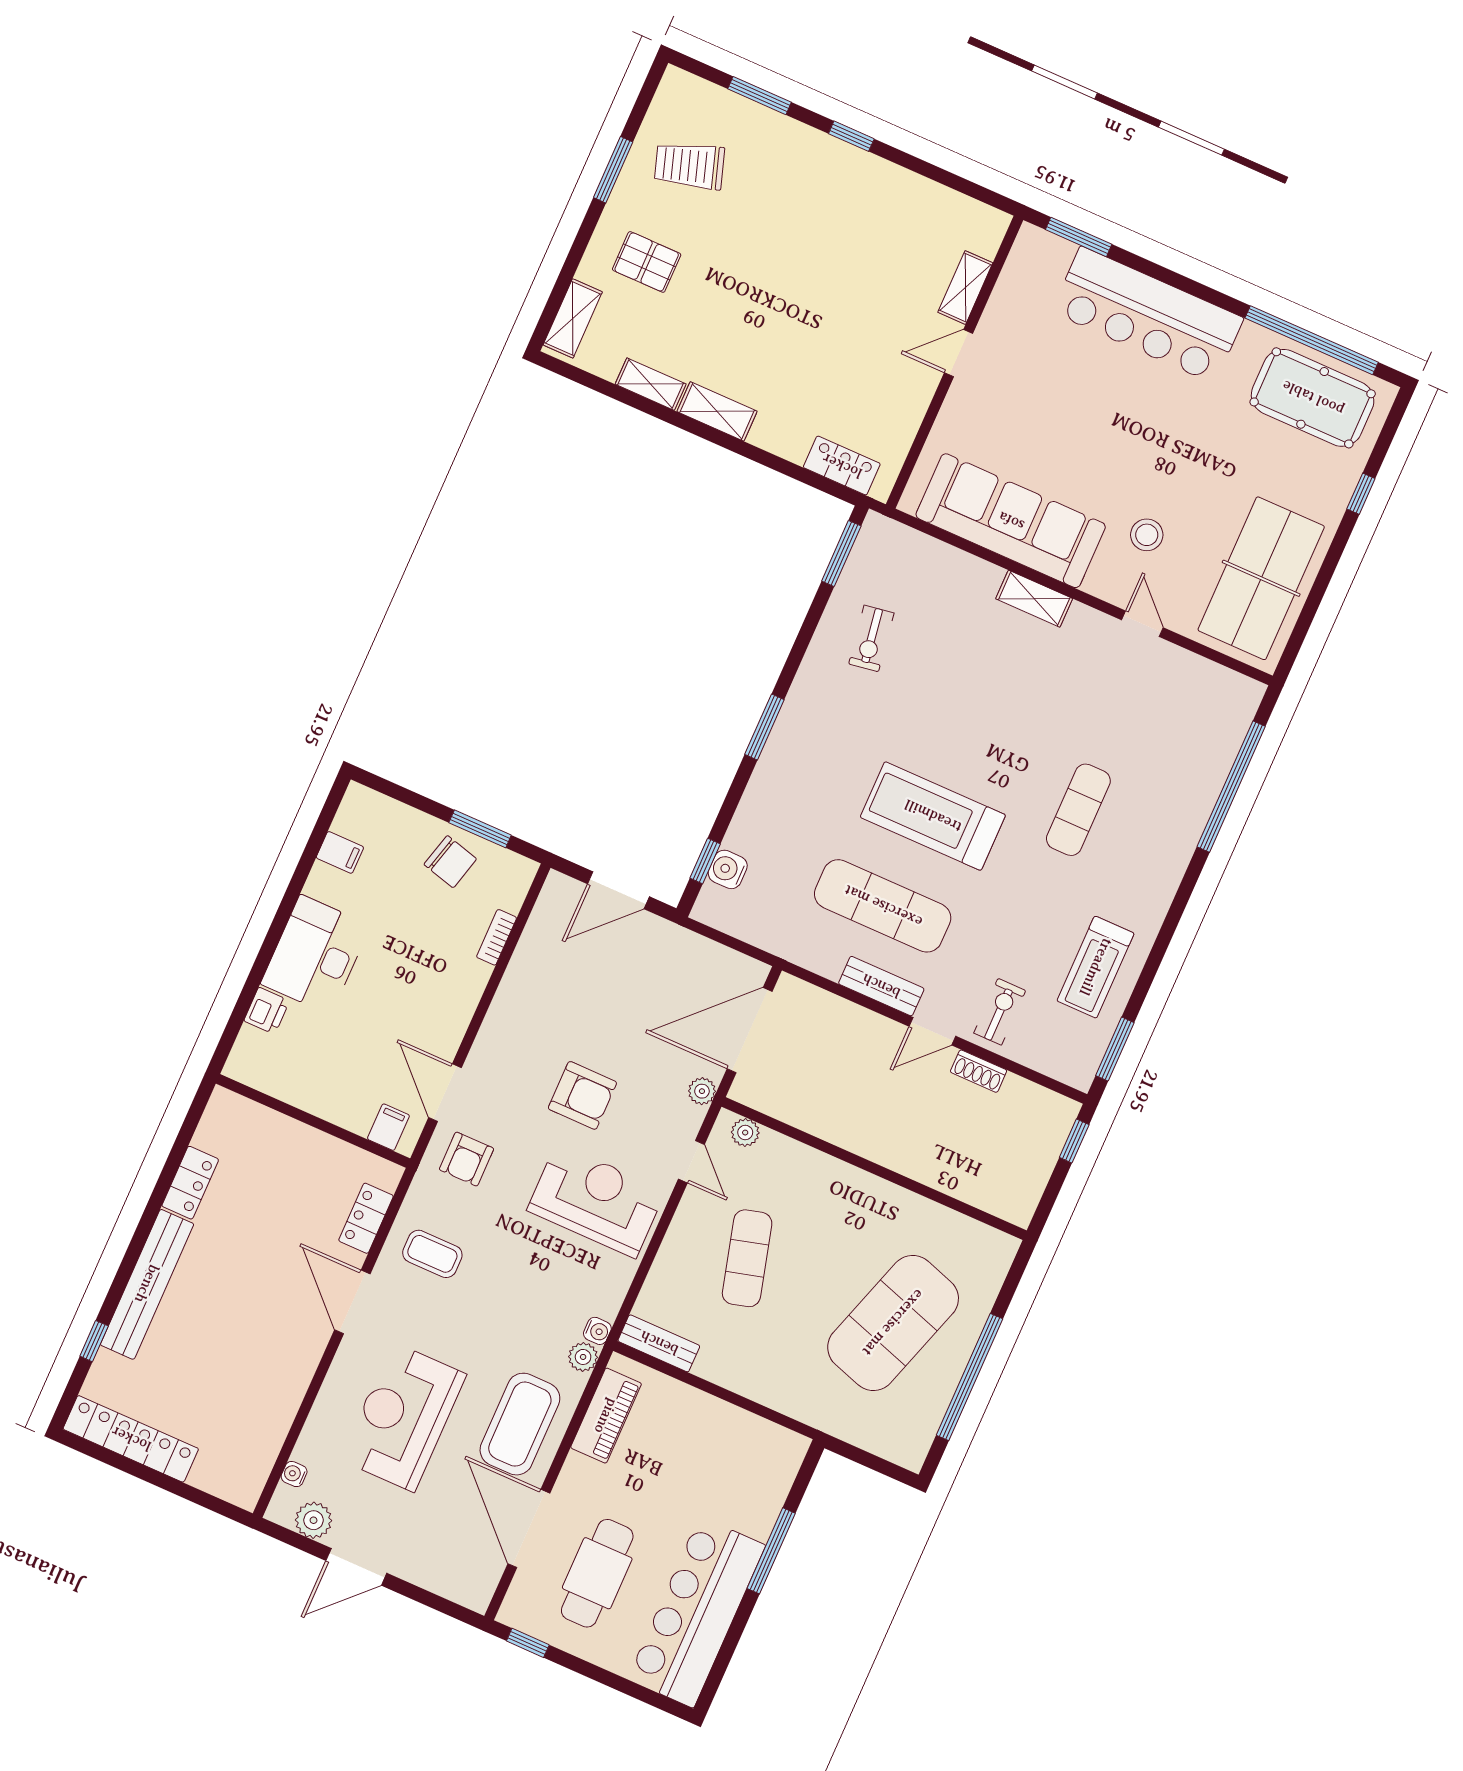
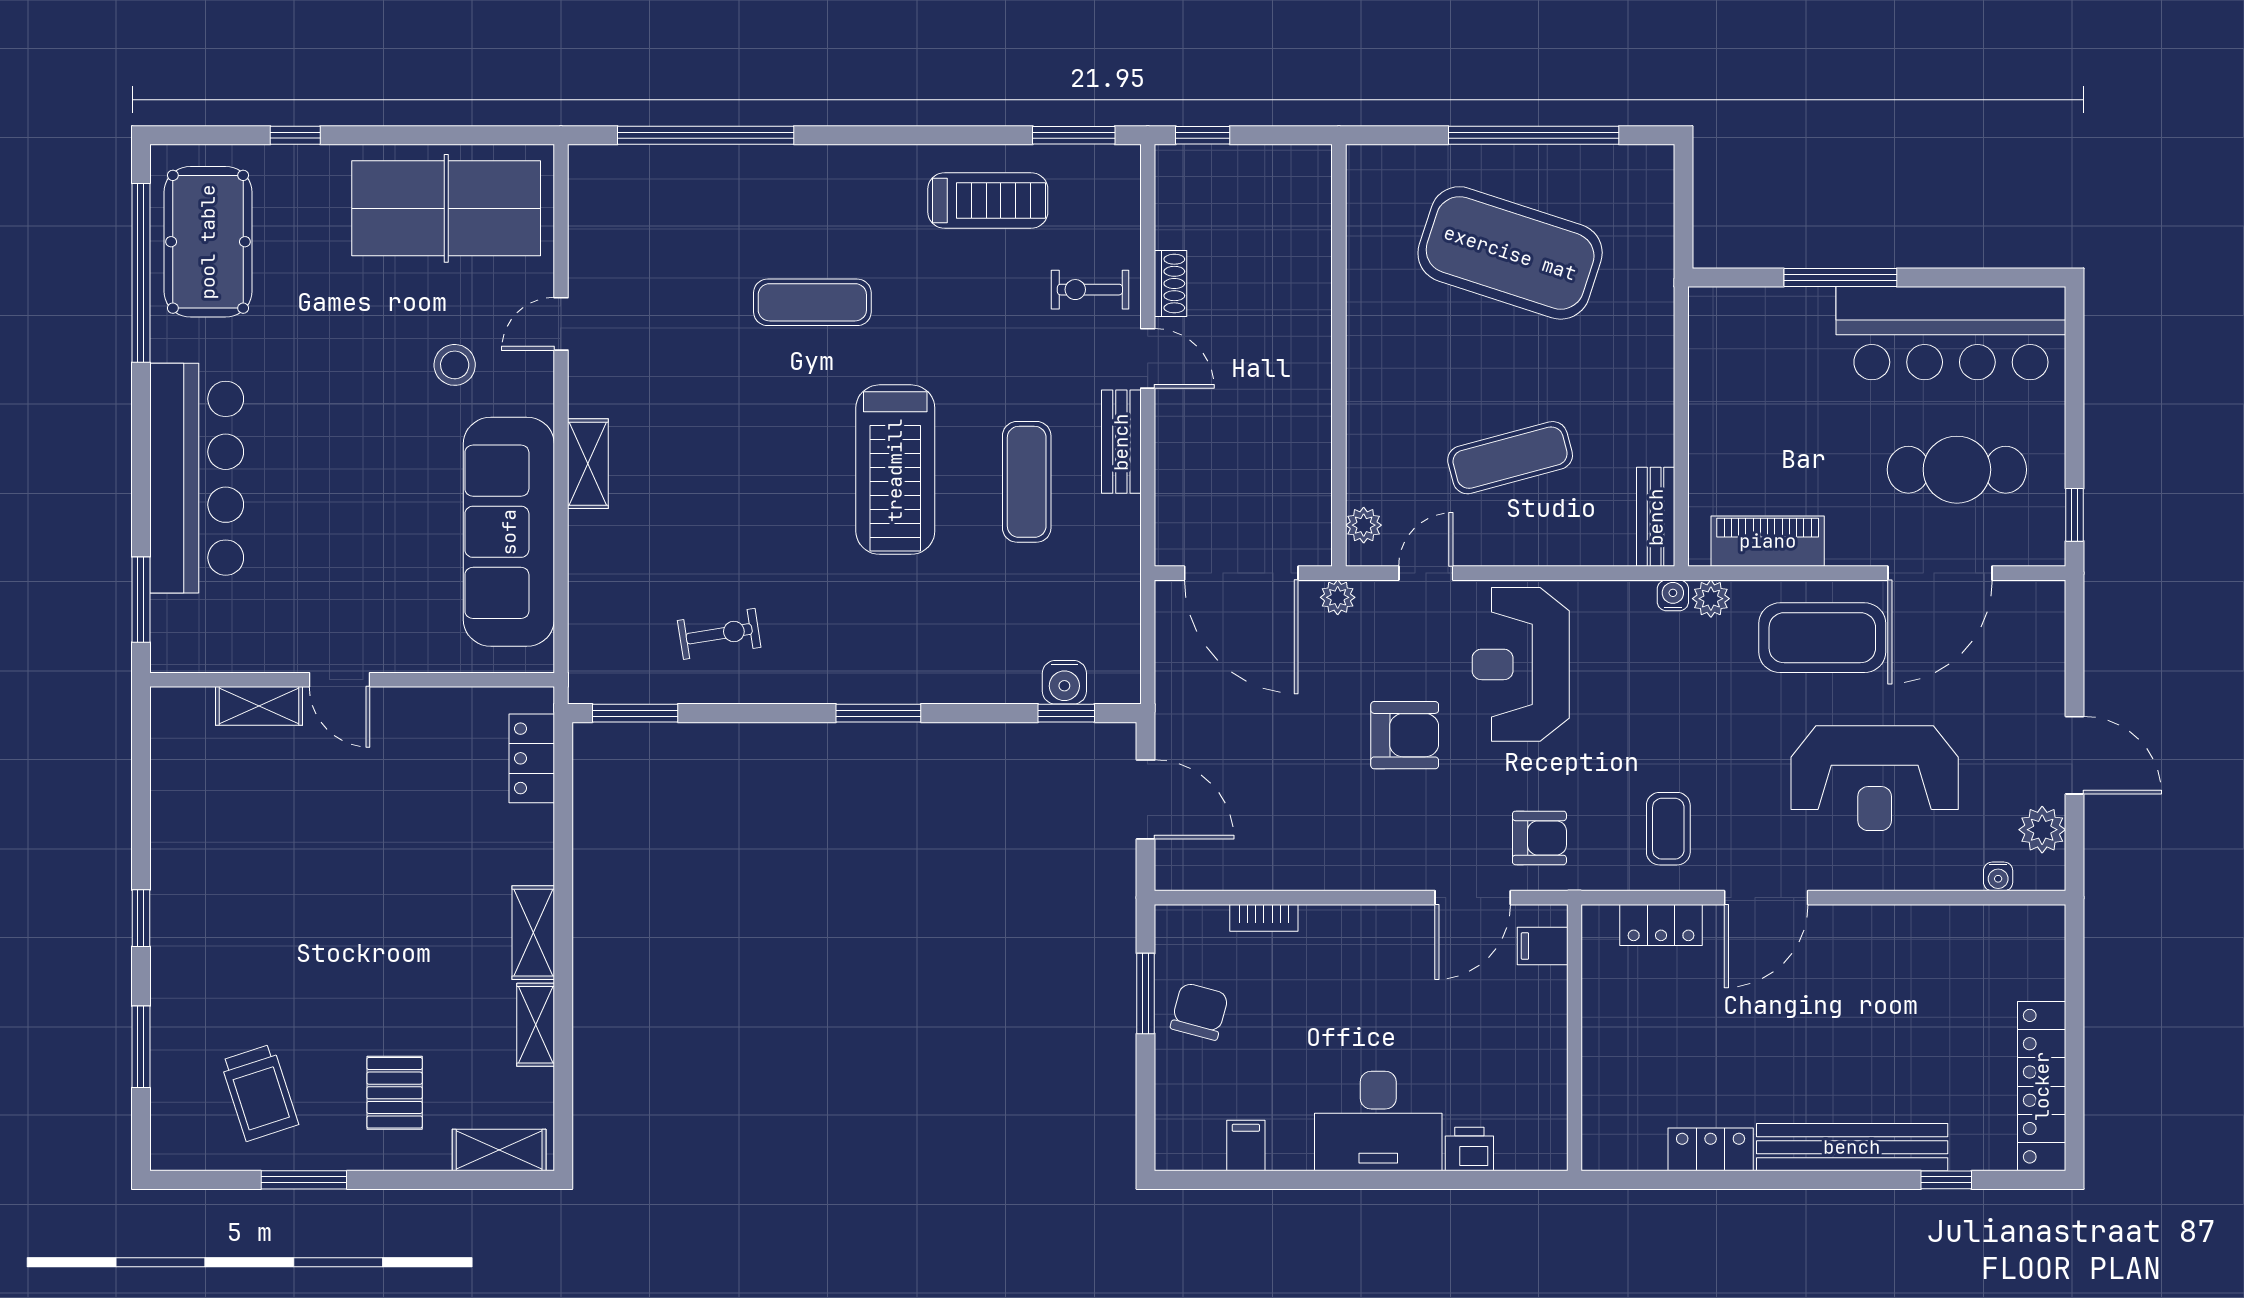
exercise mat: (883, 906) -> (1027, 482), width x0.73, depth x0.69
armchair: (582, 1095) -> (1405, 735), turned 90

